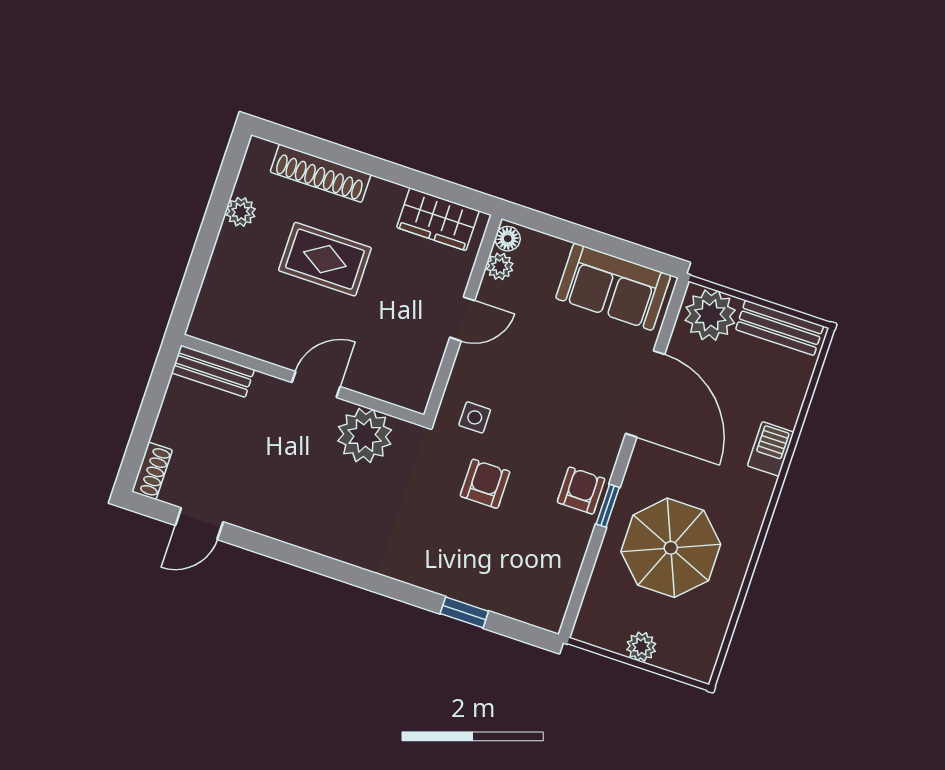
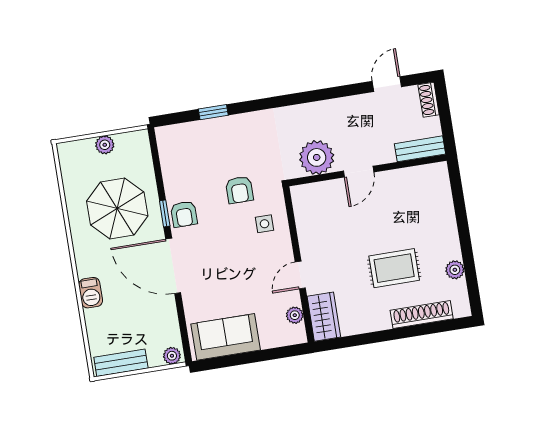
wardrobe: (438, 219) -> (324, 317), moved, turned 90
floor lamp: (508, 239) -> (298, 333), removed
plant: (710, 315) -> (172, 356), width x0.53, depth x0.53
bench: (213, 371) -> (420, 149), moved
wall: (303, 380) -> (367, 170), moved
door: (316, 384) -> (359, 172), moved
door: (645, 394) -> (173, 266), moved
plant: (365, 435) -> (317, 157), moved

